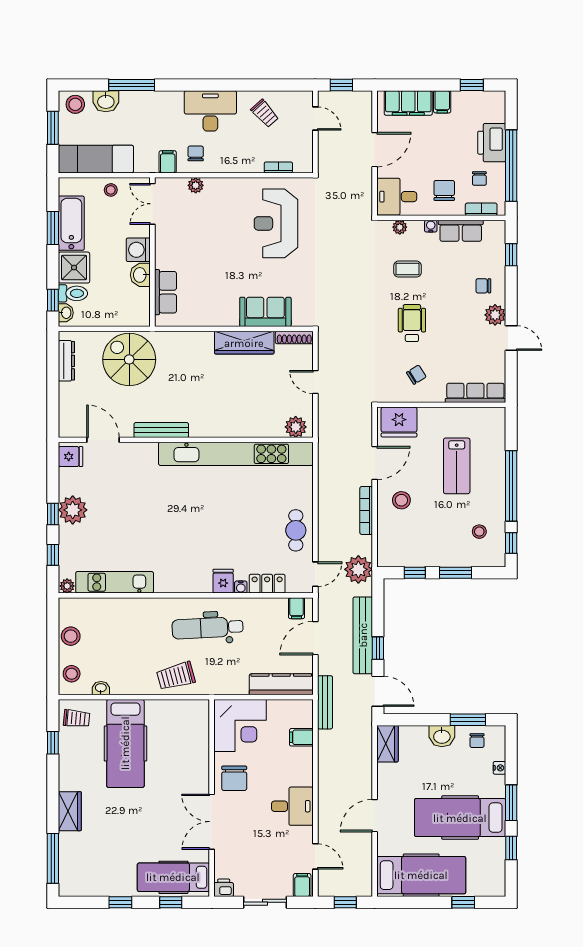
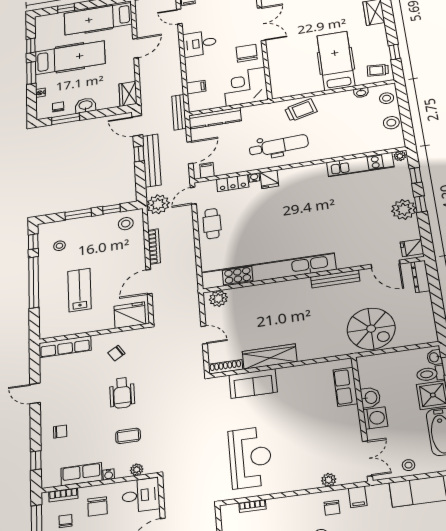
plant: (495, 315) -> (49, 410), removed
dresser: (66, 361) -> (420, 276), moved
stool: (401, 500) -> (126, 224), moved

